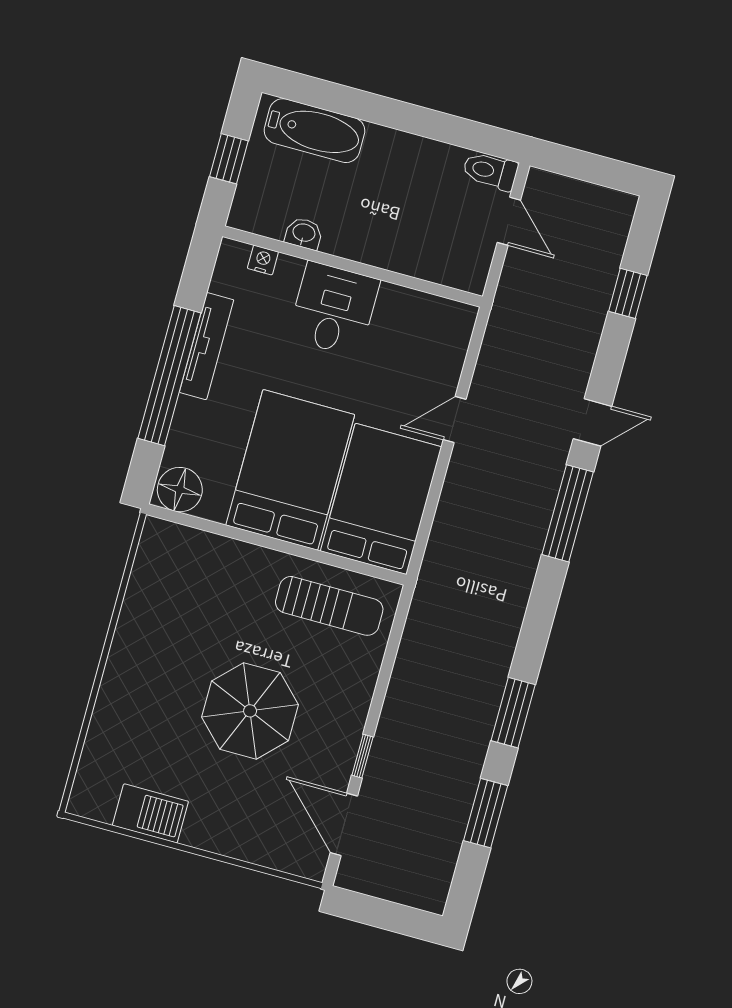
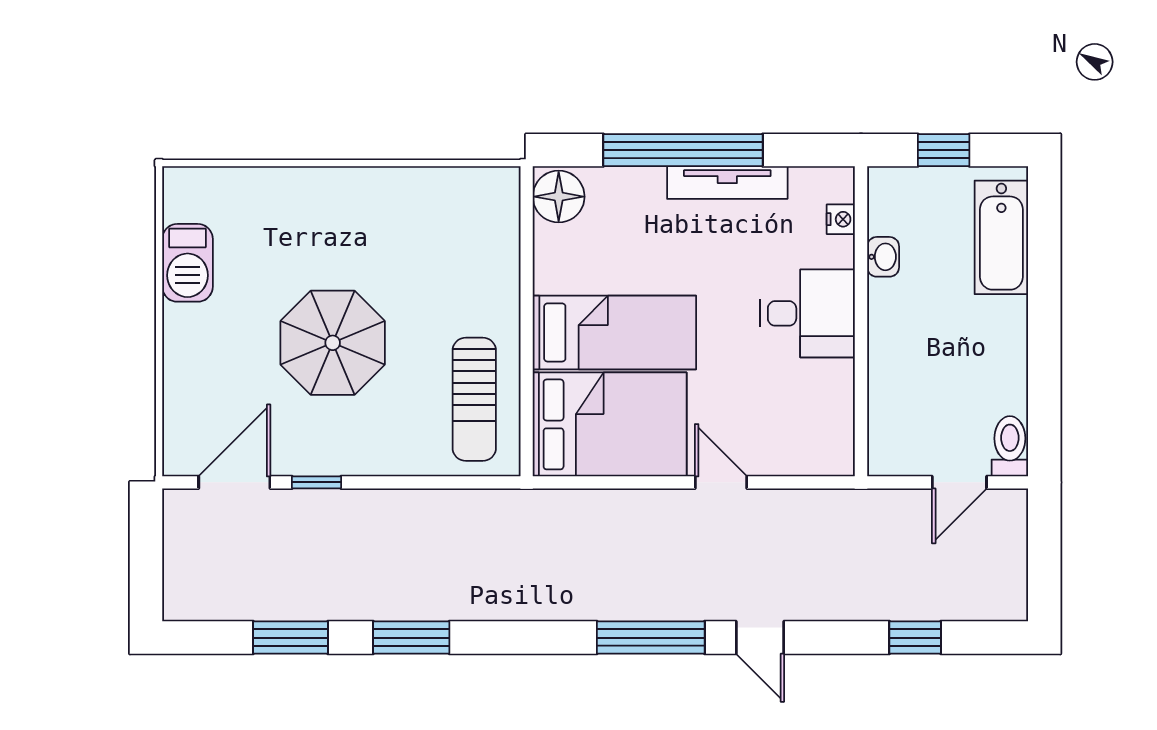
bed: (290, 470) -> (614, 332), width x0.67

